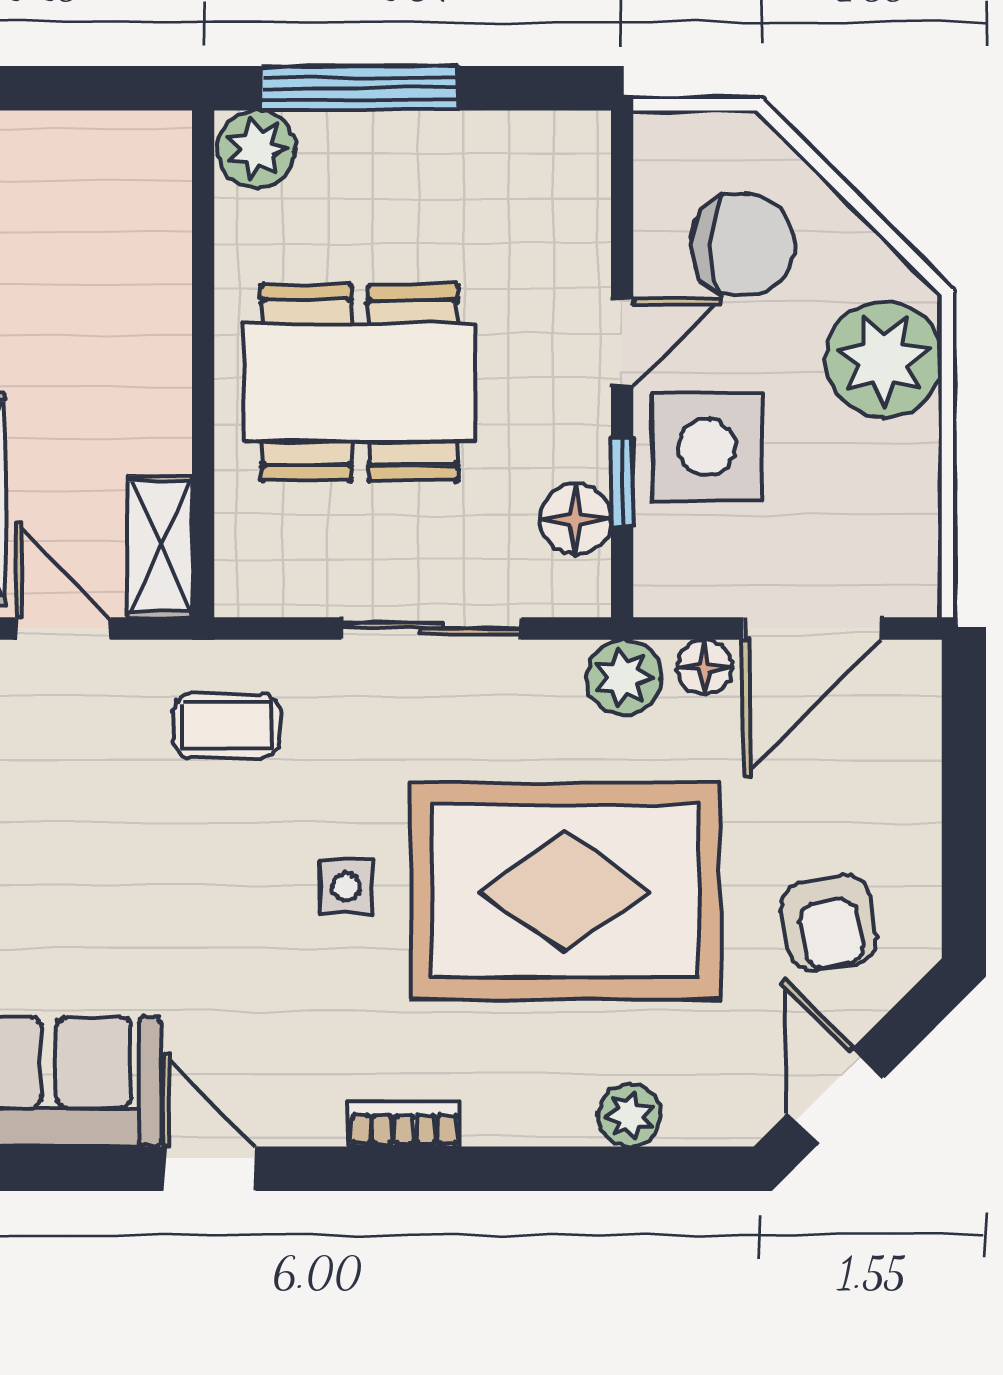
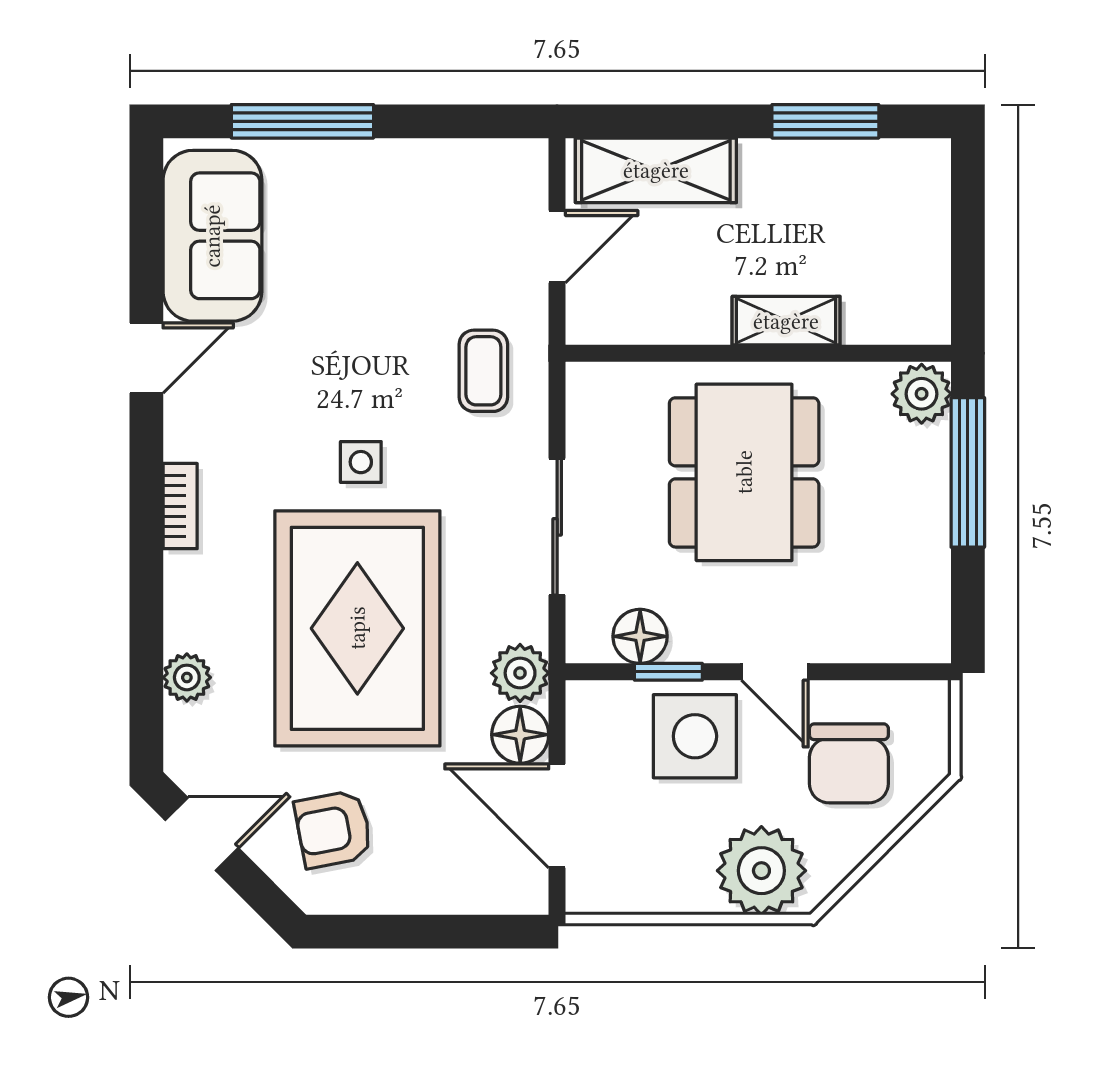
shelving: (160, 547) -> (786, 321), moved
floor lamp: (705, 667) -> (520, 735), width x1.37, depth x1.37

